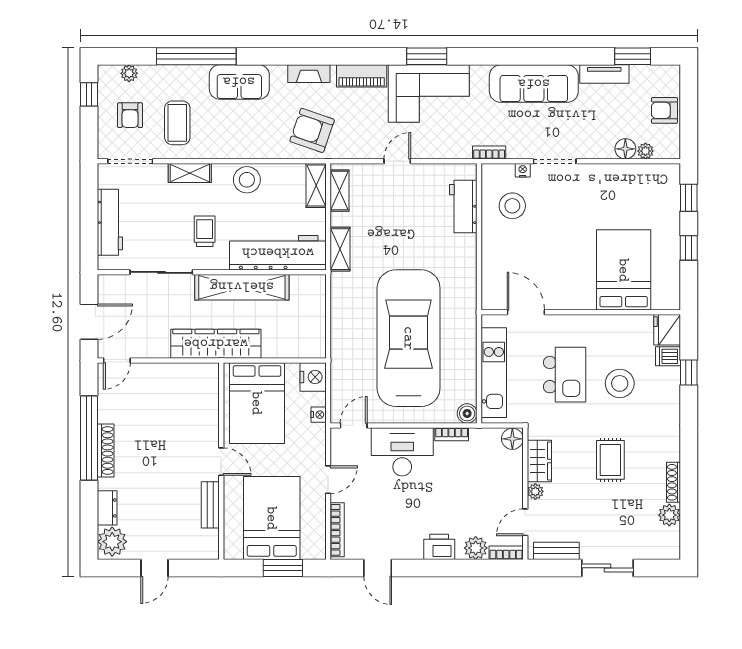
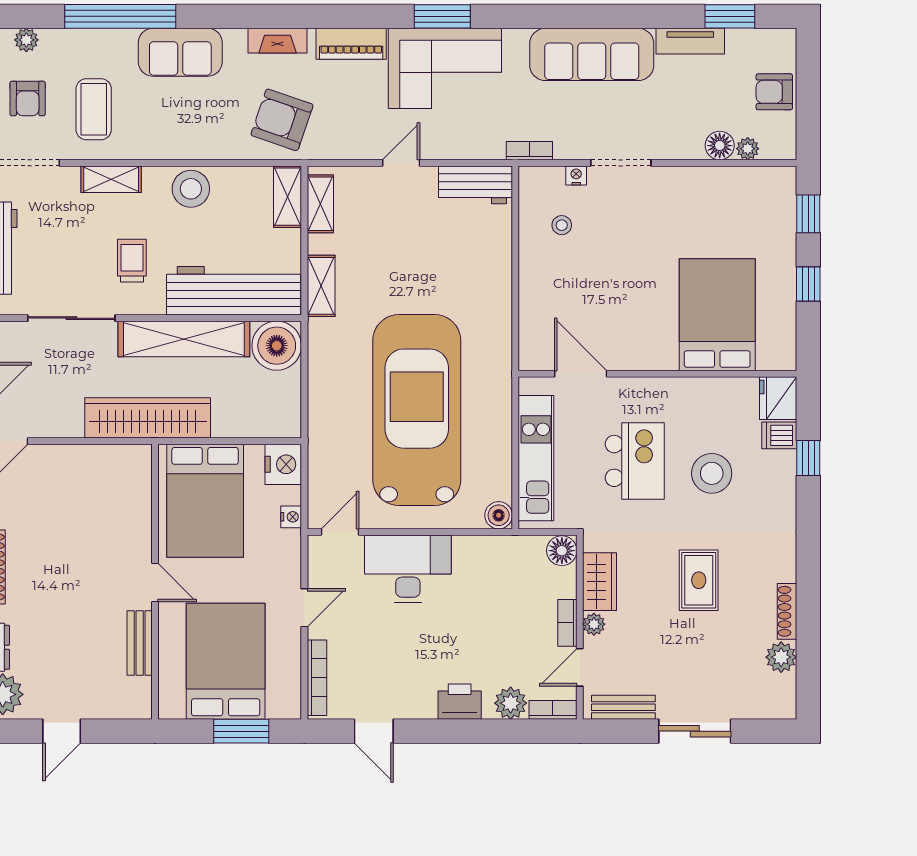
stool: (512, 206) -> (562, 225), width x0.53, depth x0.53
workbench: (463, 207) -> (476, 185), moved, turned -90
boiler: (308, 292) -> (277, 346), added
bookcase: (452, 434) -> (567, 623), moved, turned 90

